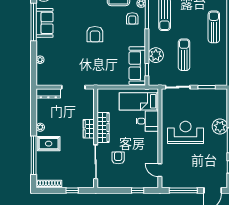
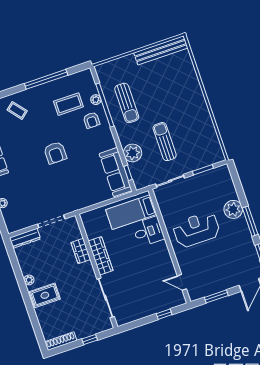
sun lounger: (214, 27) -> (188, 98), removed
wardrobe: (89, 129) -> (81, 251), moved
window: (34, 155) -> (32, 314), removed
armchair: (118, 158) -> (129, 285), removed
window: (183, 190) -> (216, 296), width x0.69

